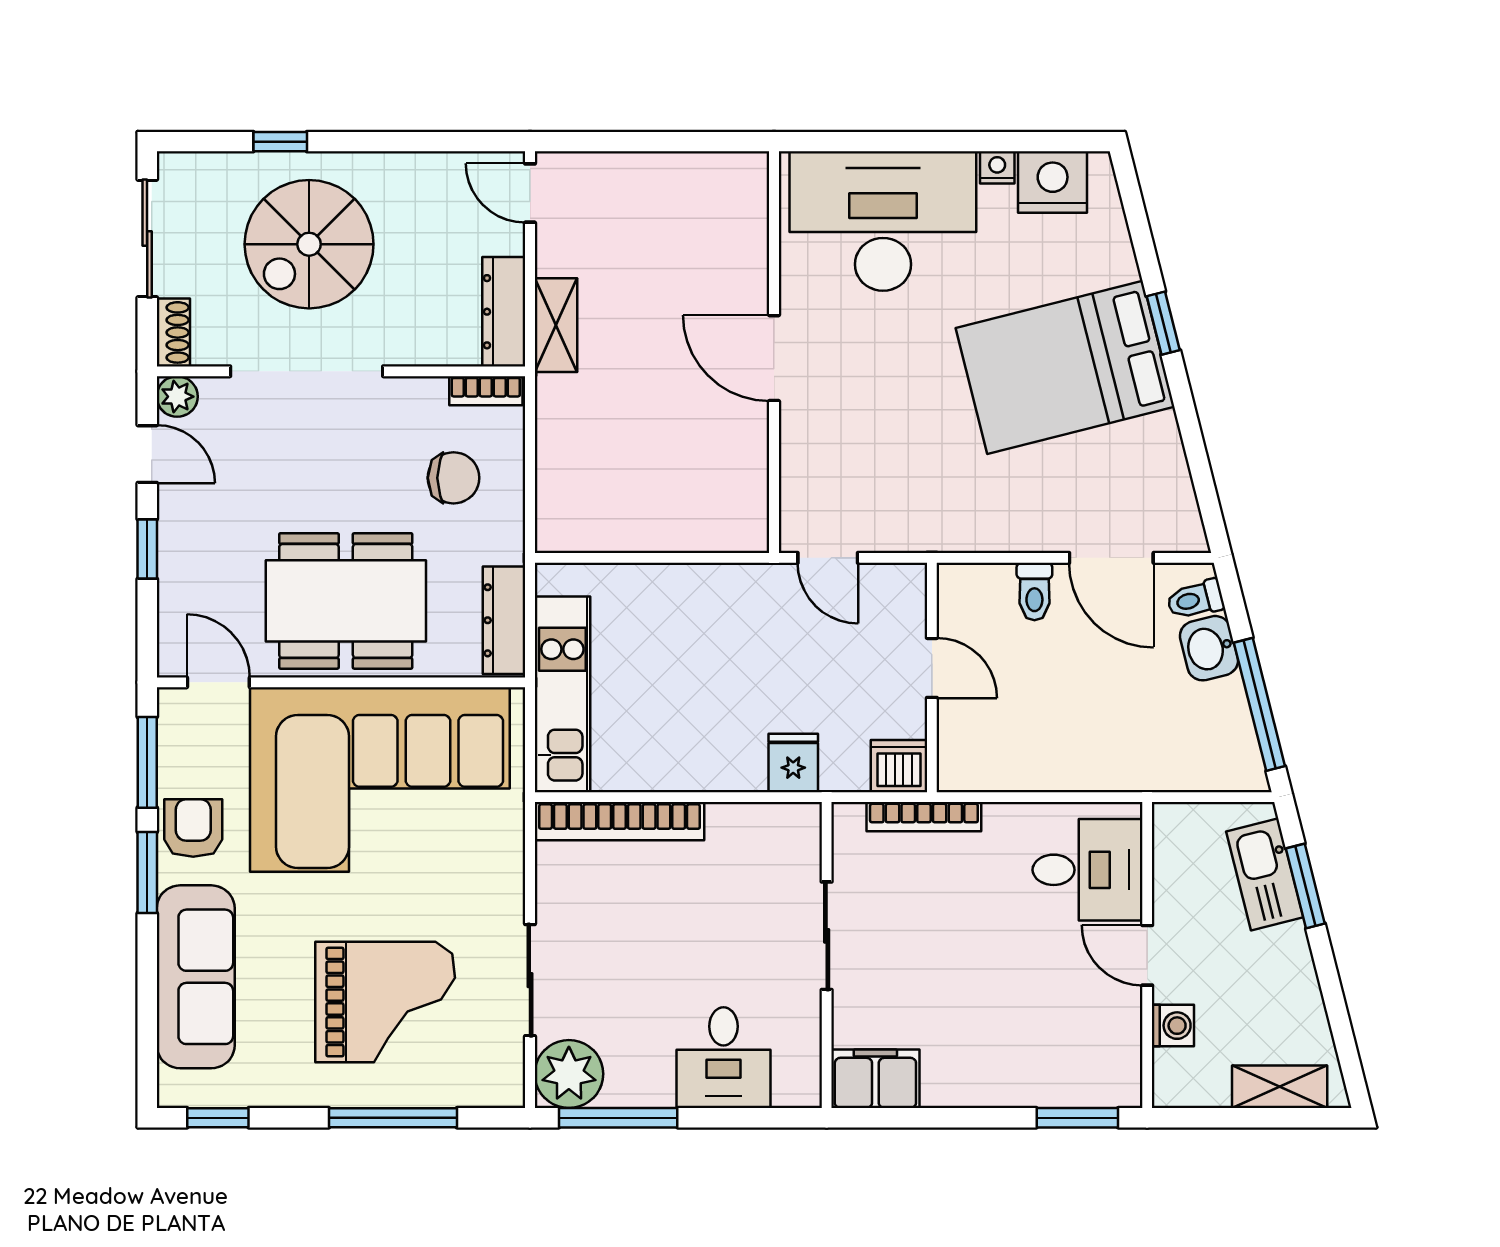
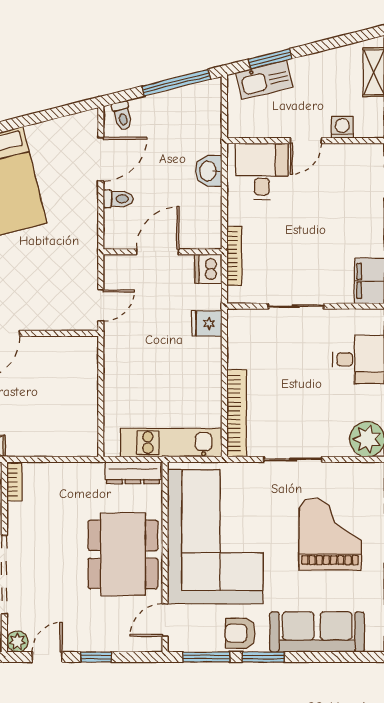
chair: (453, 478) -> (59, 499), removed
washbasin: (1209, 648) -> (209, 171), moved, turned 104
door: (932, 668) -> (158, 252), width x1.38
sliding door: (530, 980) -> (293, 459), moved

